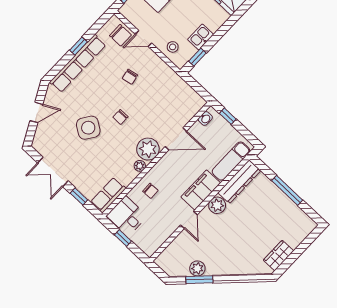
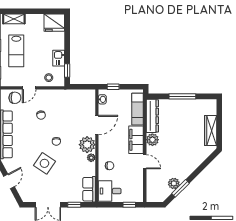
window: (123, 238) -> (129, 205), moved
wardrobe: (278, 256) -> (211, 130), width x1.50

